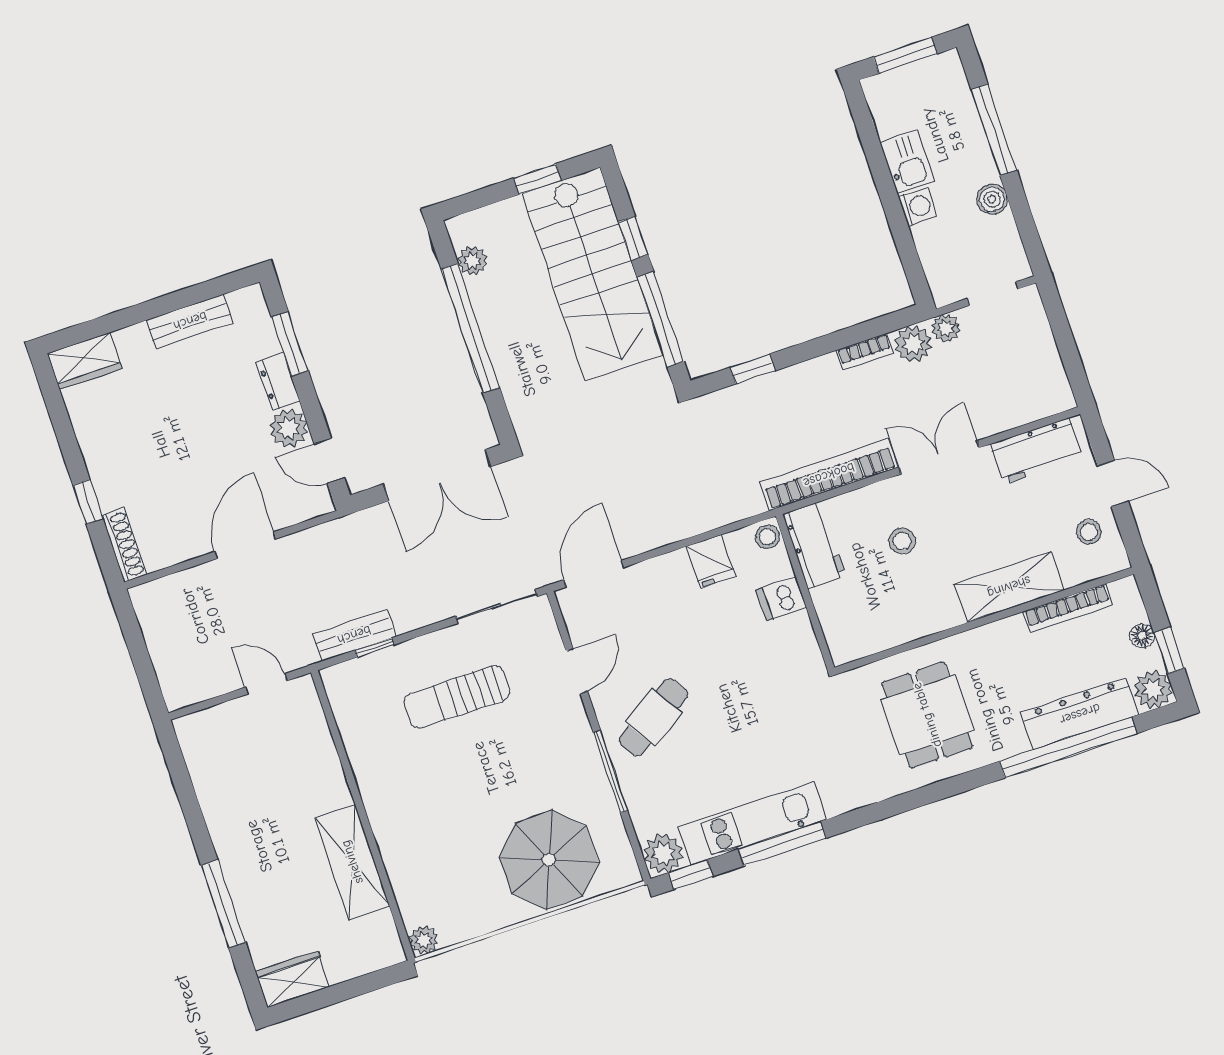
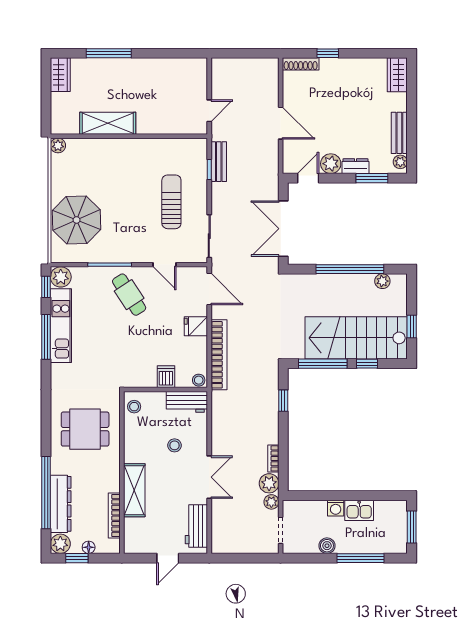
plant: (242, 302) -> (400, 162), added
bookcase: (829, 475) -> (219, 355), moved
stool: (1089, 532) -> (134, 407), moved
fridge: (711, 561) -> (196, 326), moved

